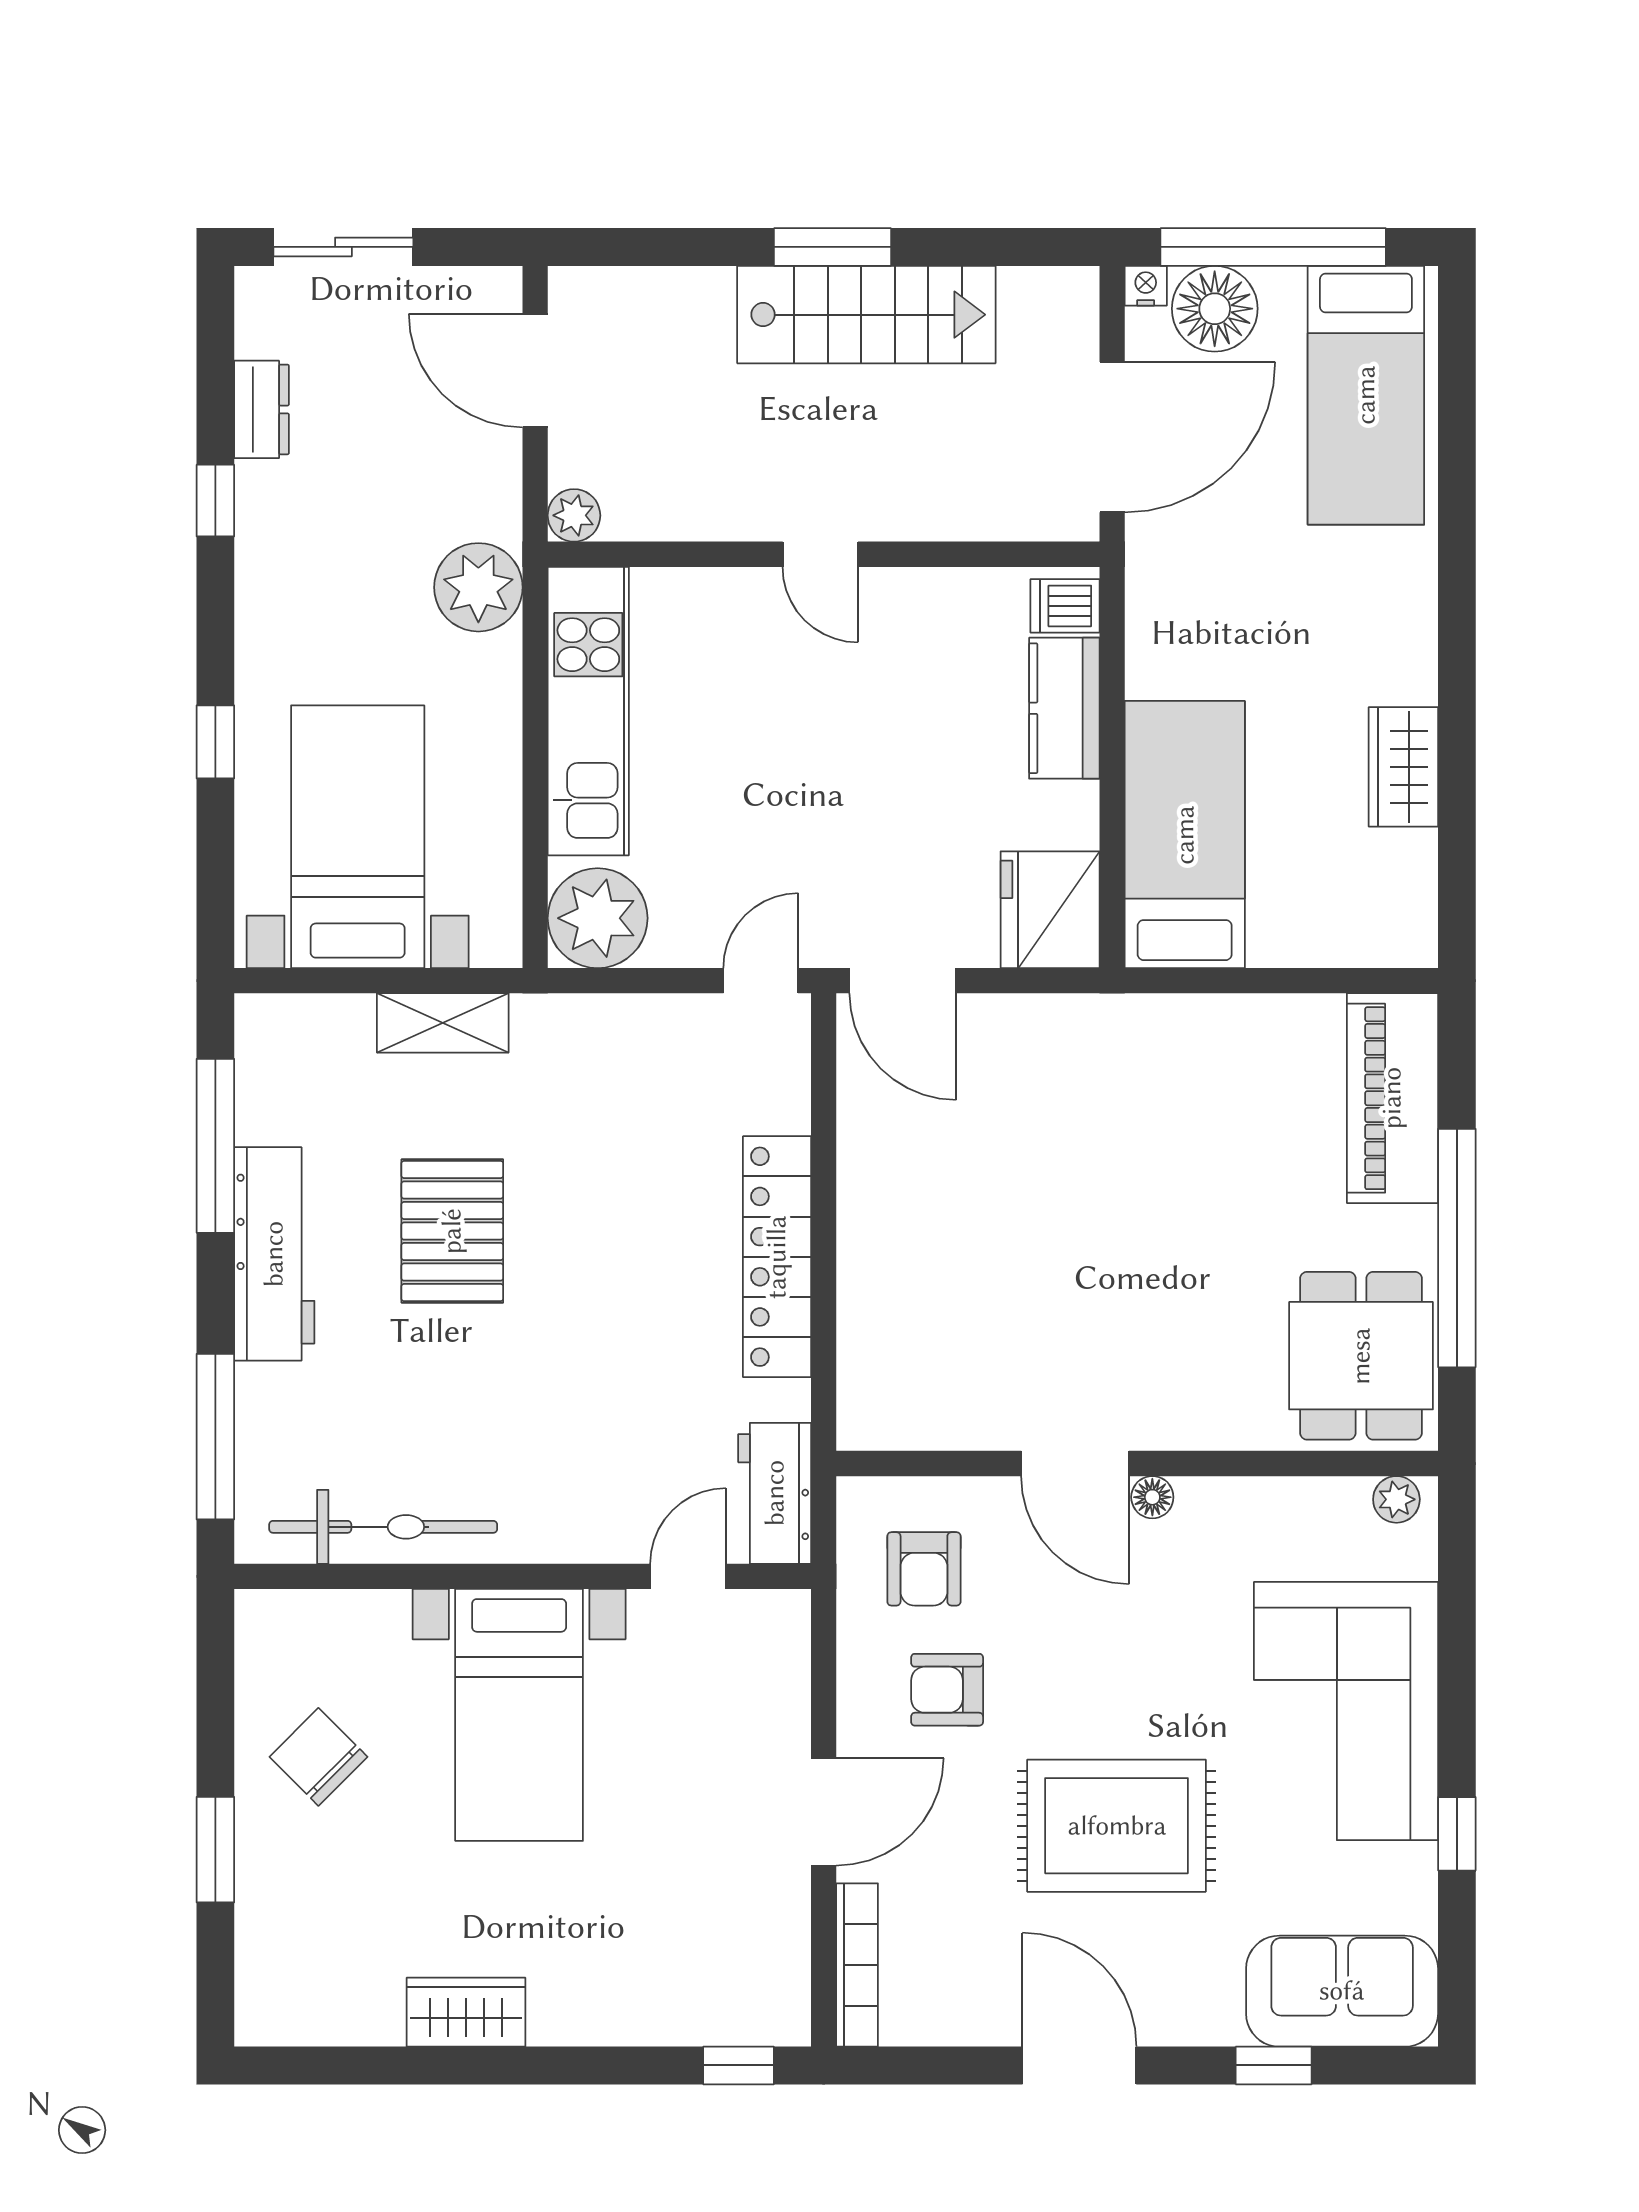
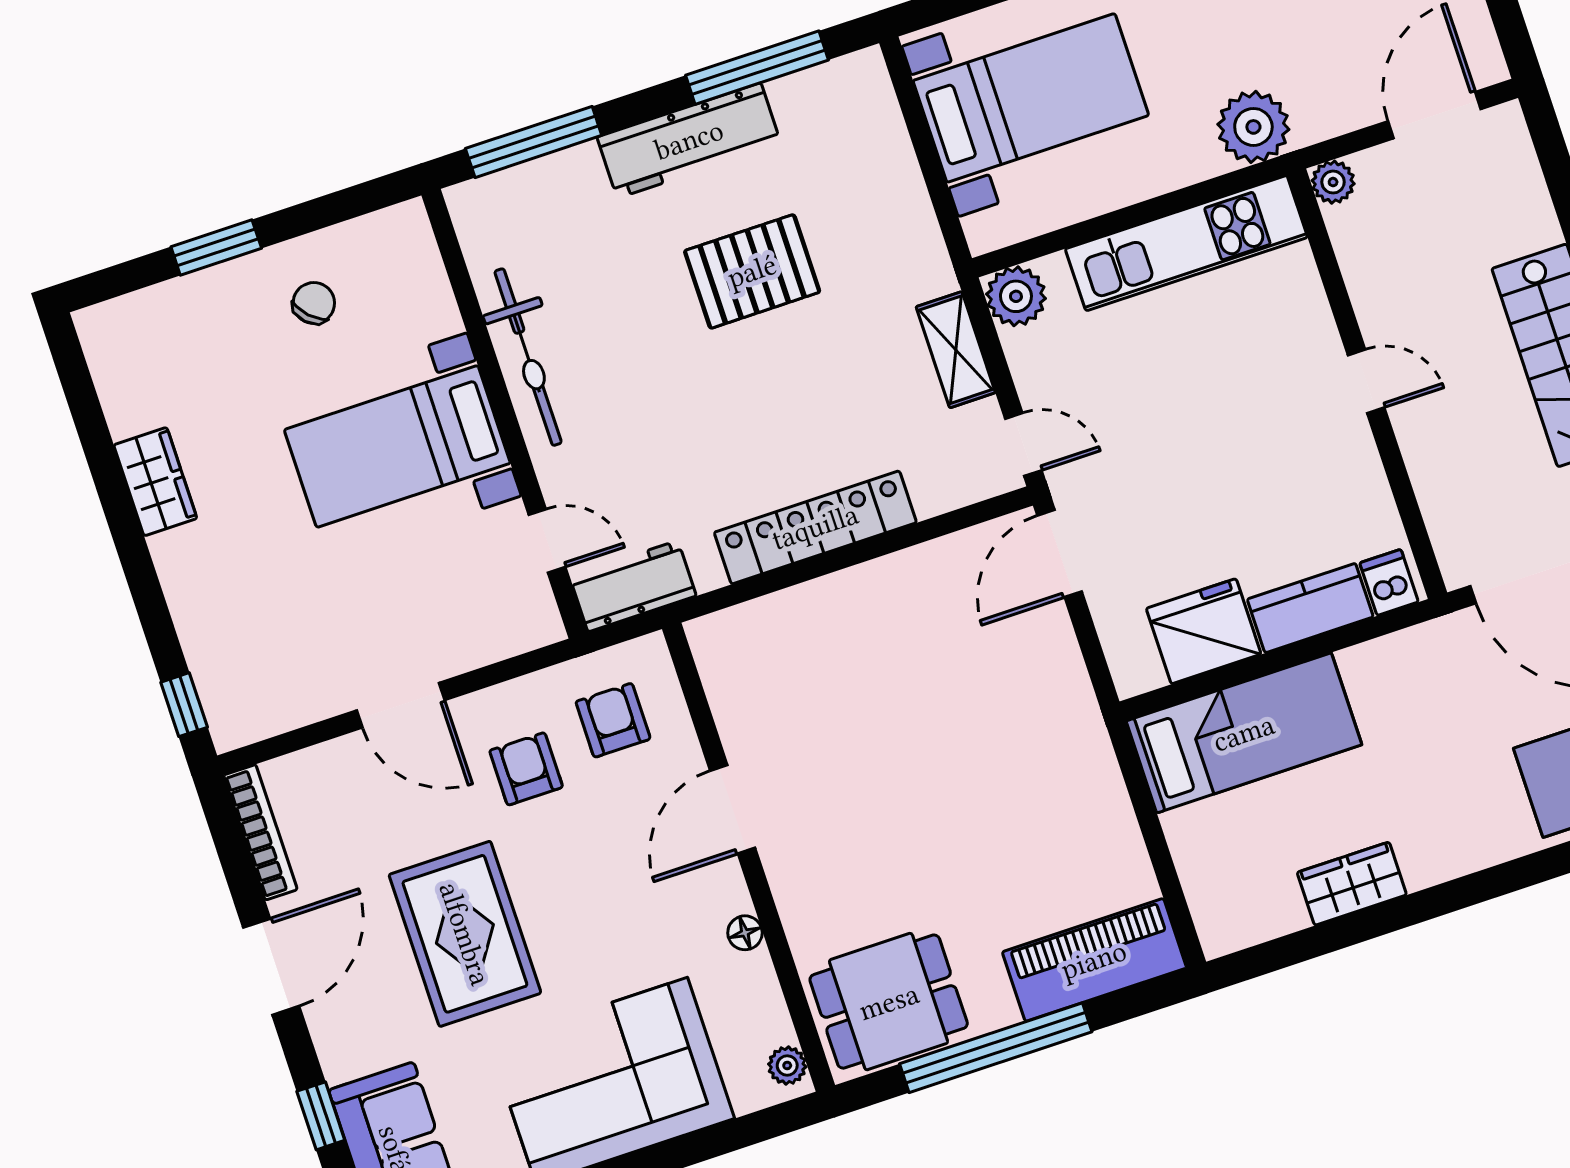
door: (820, 554) -> (1366, 381), swing flipped
fridge: (1050, 910) -> (1204, 631), moved
plant: (598, 918) -> (1016, 296), width x0.73, depth x0.73
shelving: (443, 1023) -> (956, 350), moved
floor lamp: (1152, 1497) -> (745, 933), moved
bicycle: (383, 1527) -> (528, 357), moved
armchair: (924, 1569) -> (613, 720), turned 90
chair: (318, 1757) -> (314, 303), width x0.73, depth x0.73
bookcase: (857, 1965) -> (260, 832), moved, turned -90

